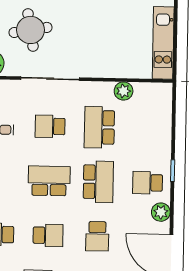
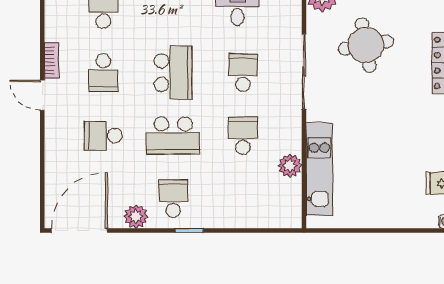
kitchen unit: (163, 43) -> (319, 169), moved, turned 90
school desk: (99, 127) -> (243, 136), width x0.54

